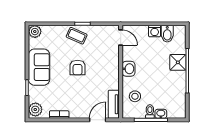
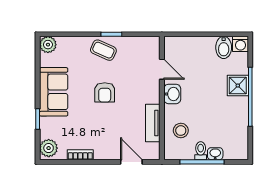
washing machine: (155, 31) -> (241, 44), moved
door: (121, 38) -> (162, 69), moved
tv unit: (114, 104) -> (153, 123), moved
door: (98, 120) -> (131, 162), hinge flipped

